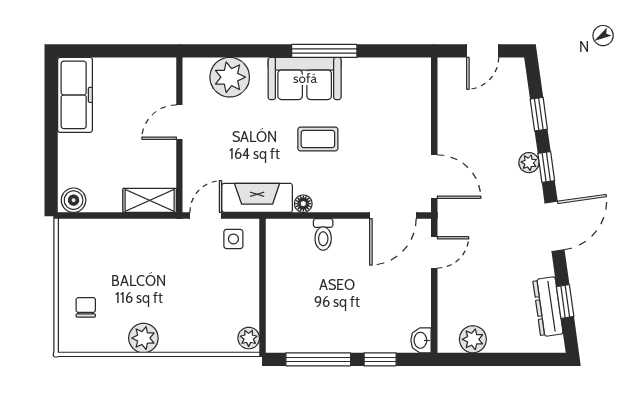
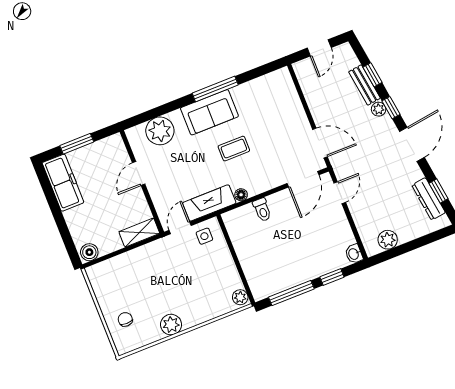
window: (113, 51) -> (77, 144), added
bench: (523, 123) -> (364, 85), added

